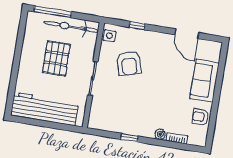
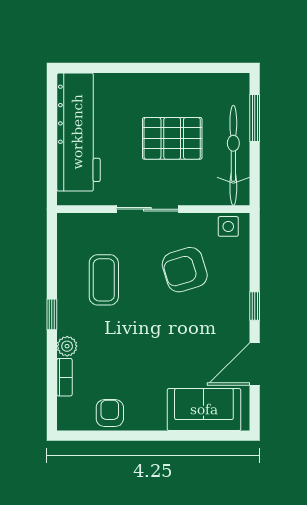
window: (53, 12) -> (255, 118), width x0.69
window: (137, 26) -> (255, 306), moved
sofa: (205, 81) -> (204, 410), moved
coffee table: (127, 108) -> (104, 280), added
window: (129, 138) -> (52, 314), moved

